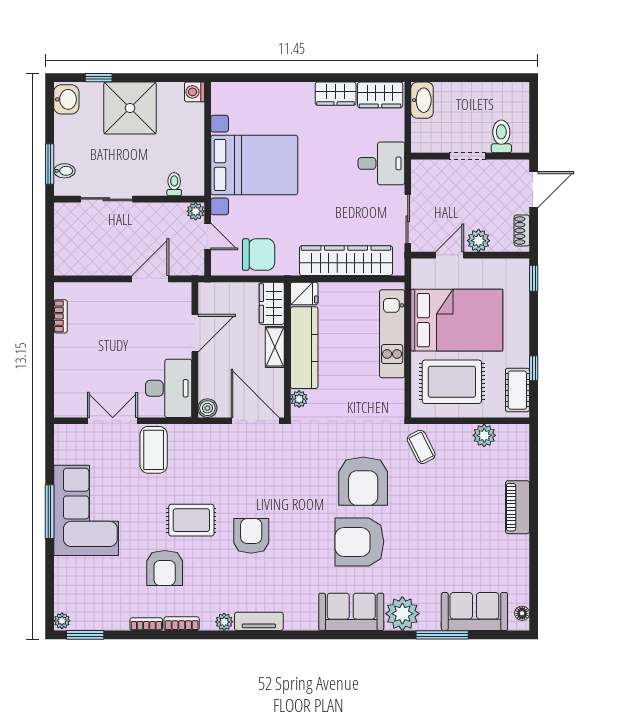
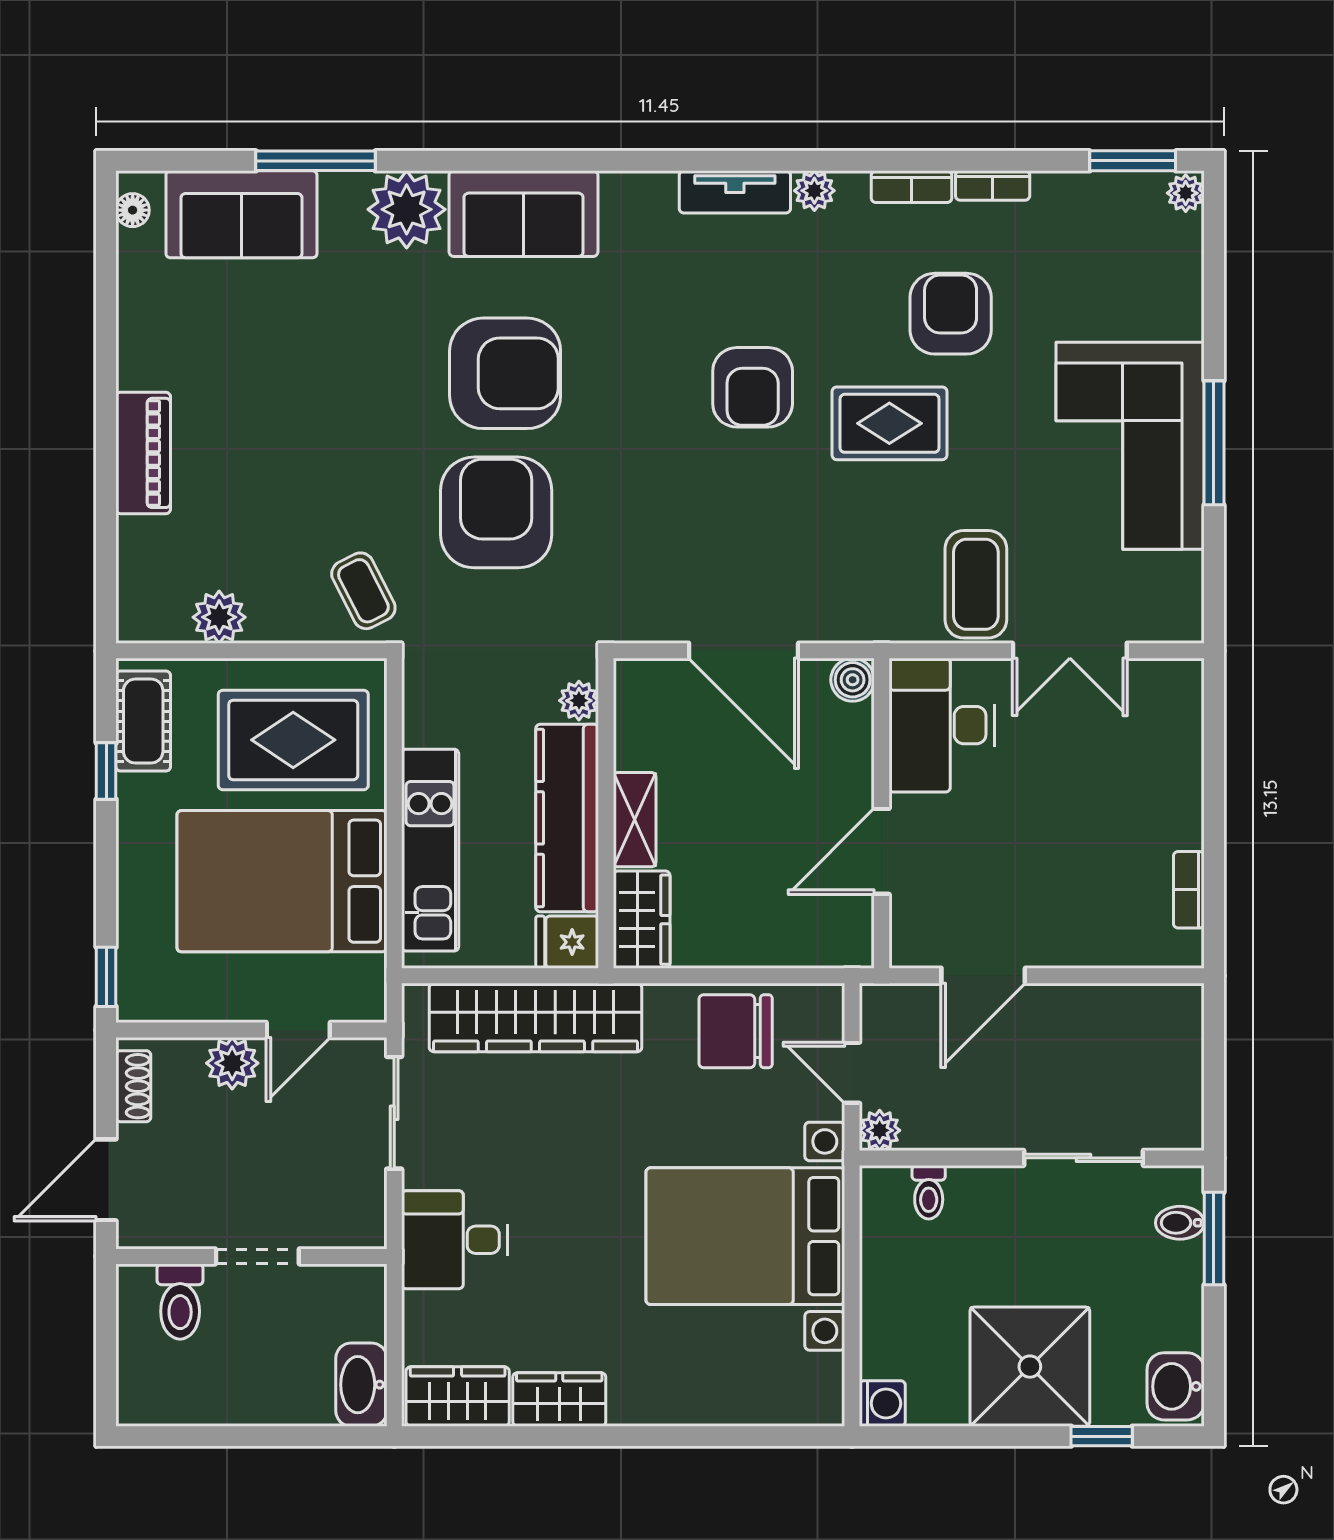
fridge: (304, 293) -> (567, 942), moved
wardrobe: (272, 303) -> (642, 920), moved
shelving: (275, 347) -> (635, 820), moved
kitchen counter: (304, 348) -> (567, 818), moved
wall: (287, 350) -> (606, 813), moved
plant: (299, 399) -> (579, 701), moved

